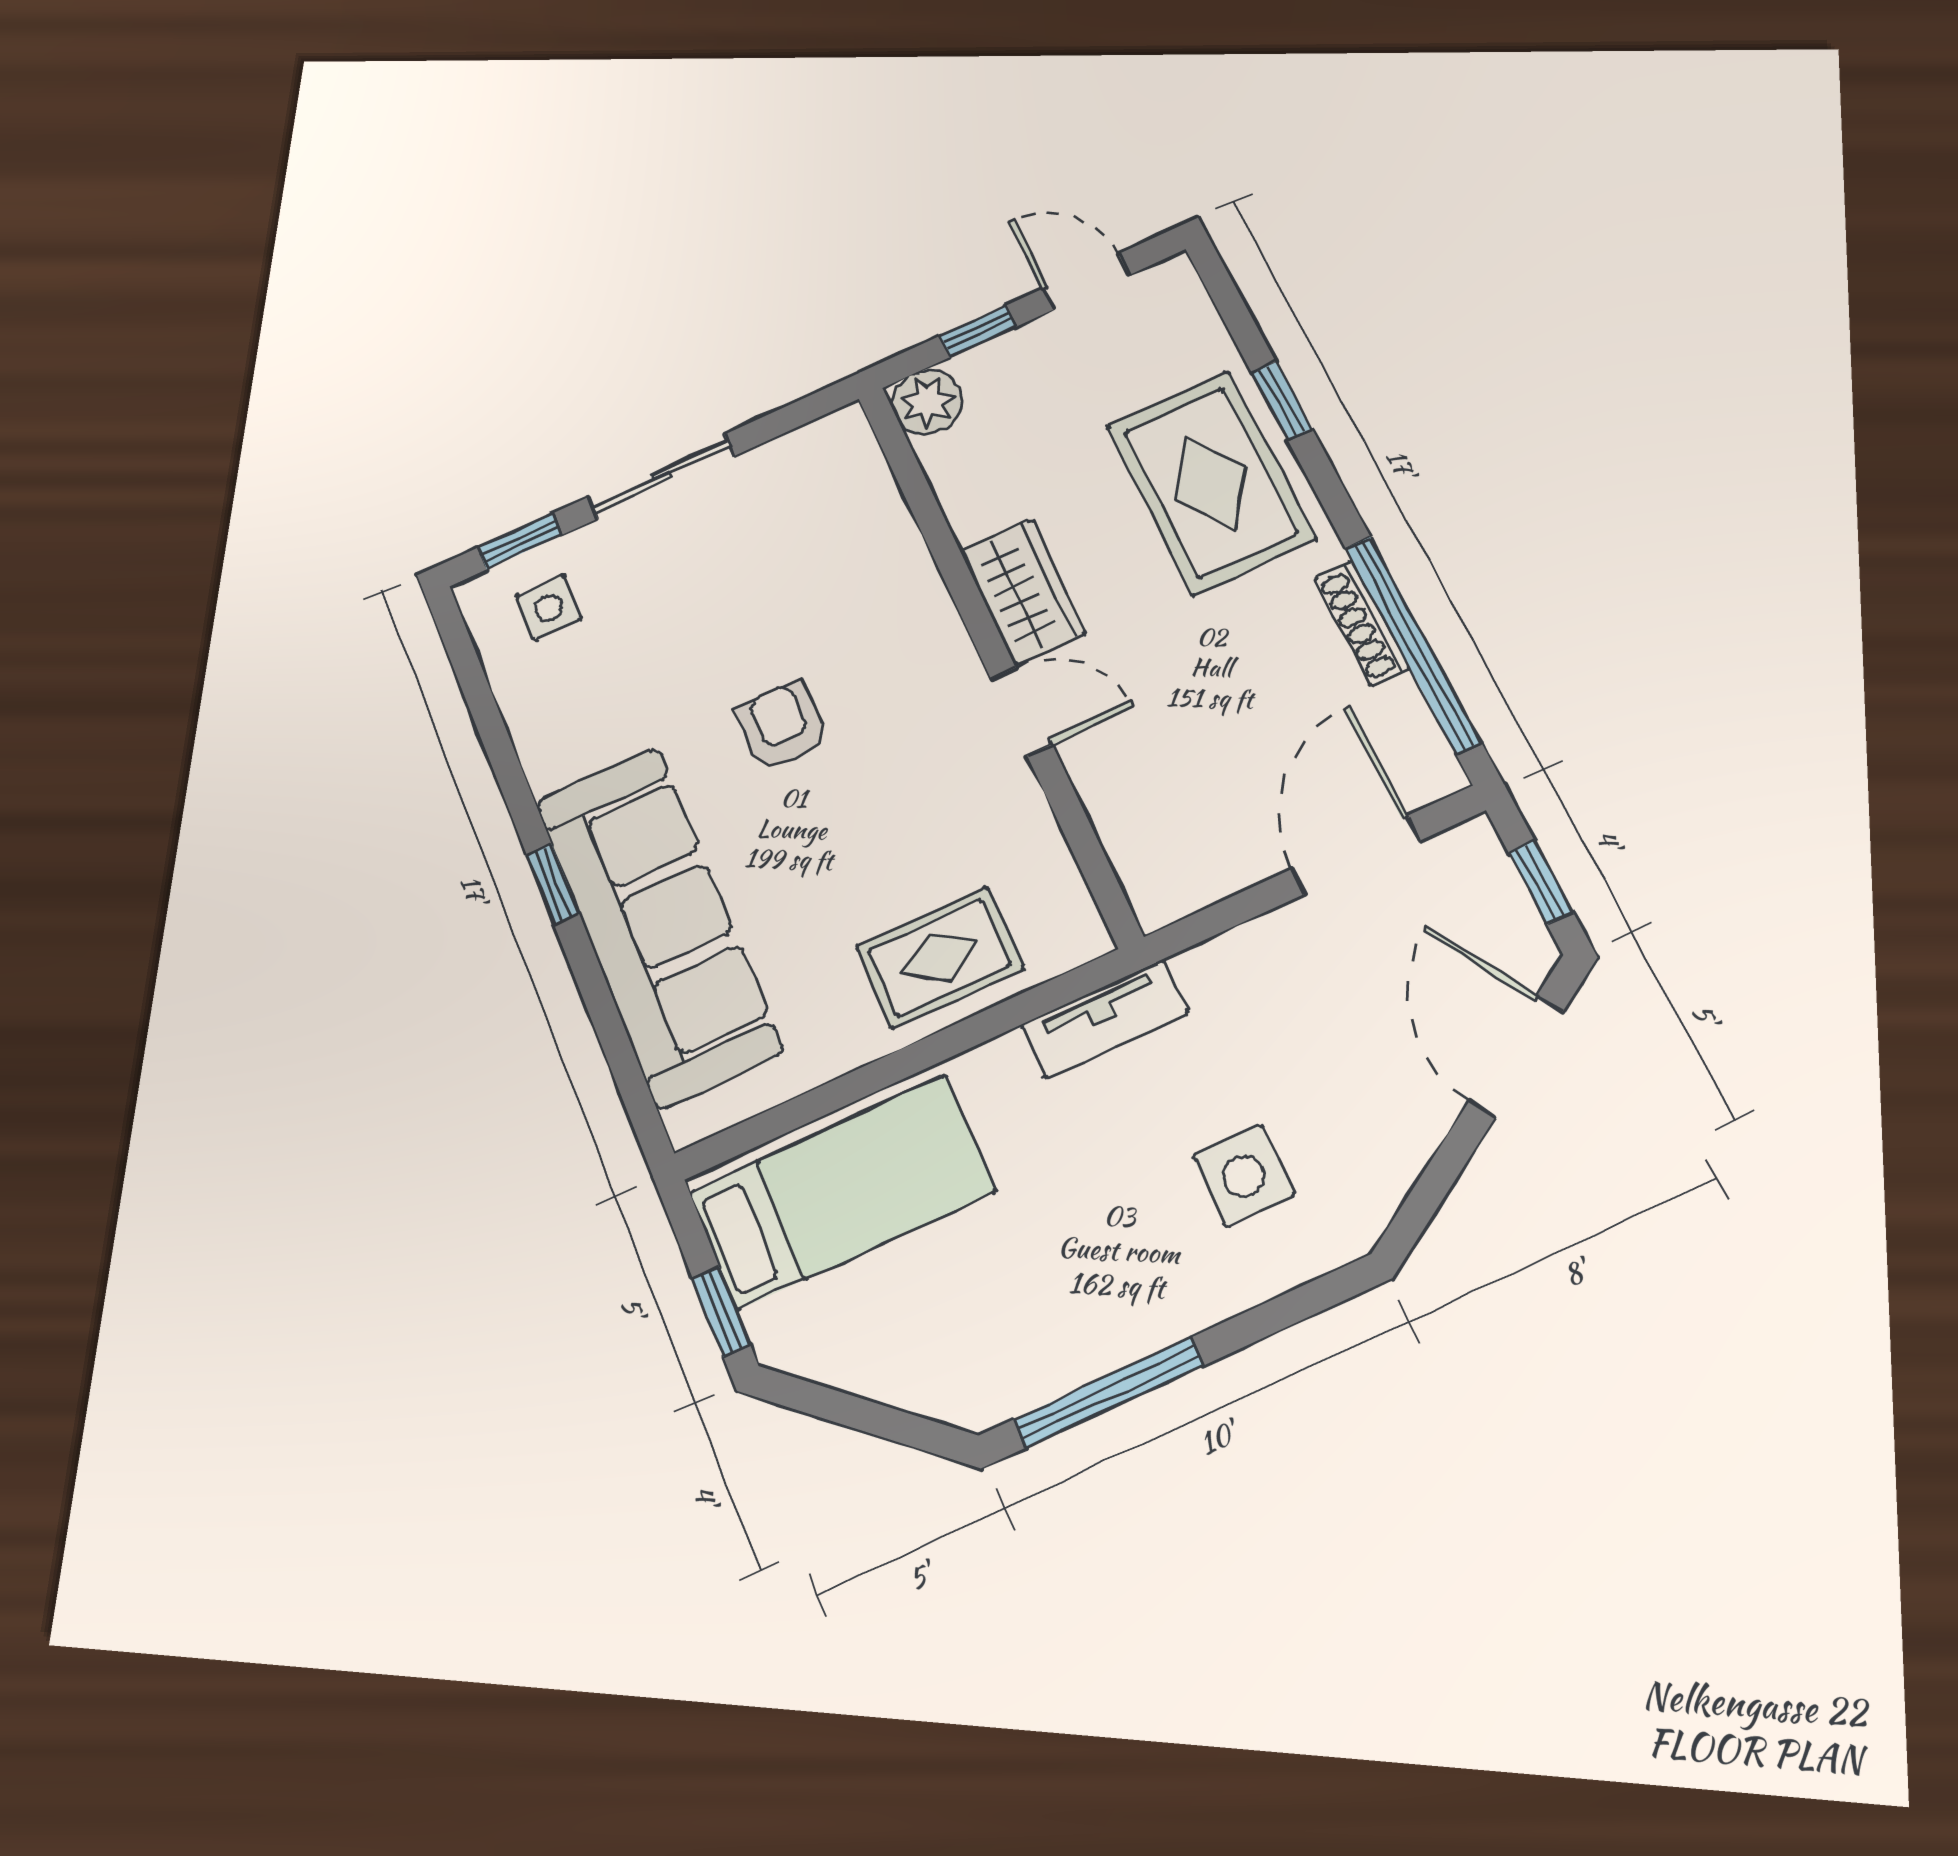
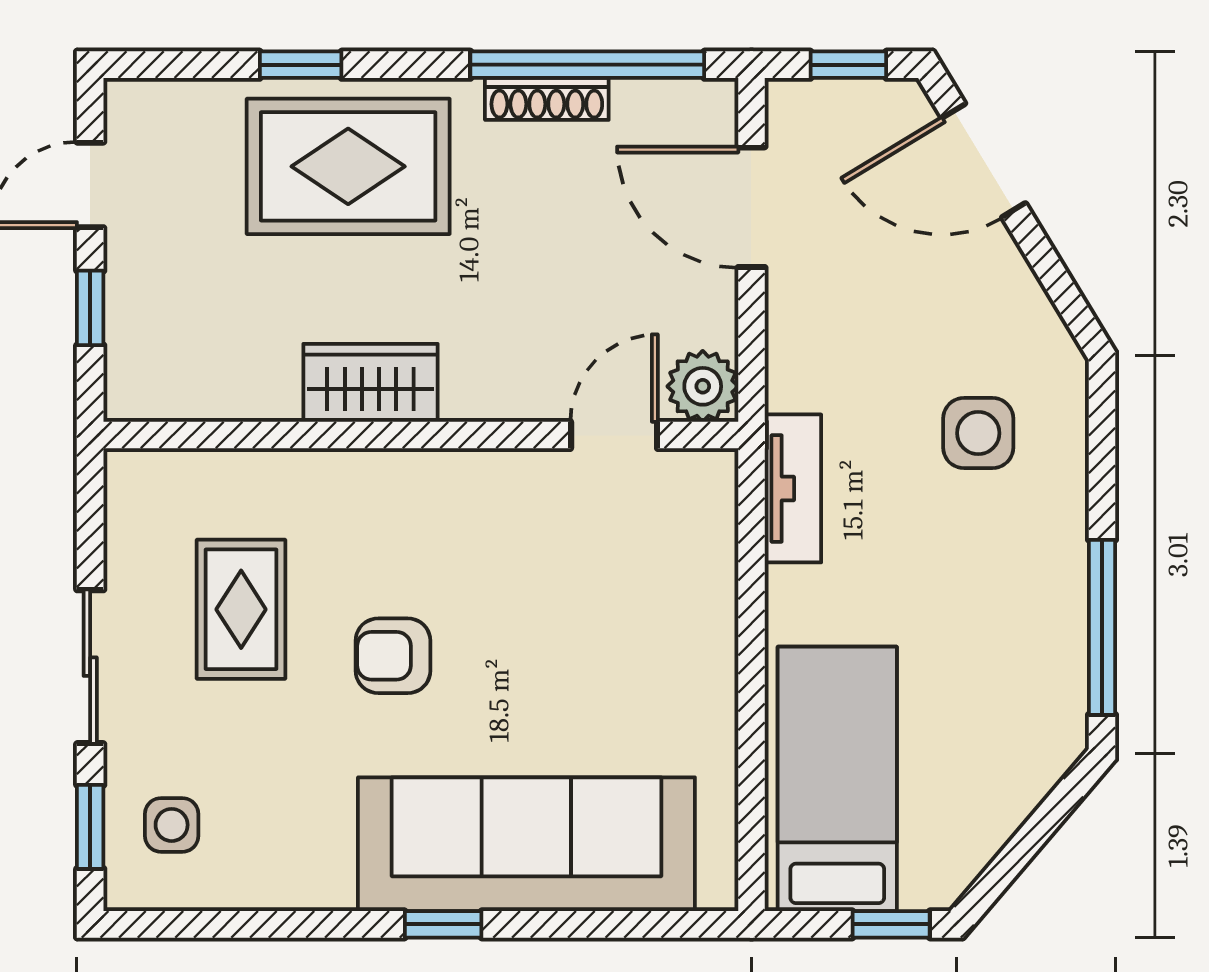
plant: (927, 402) -> (703, 386), moved
door: (1021, 711) -> (614, 435), moved
rug: (939, 958) -> (241, 609), moved

